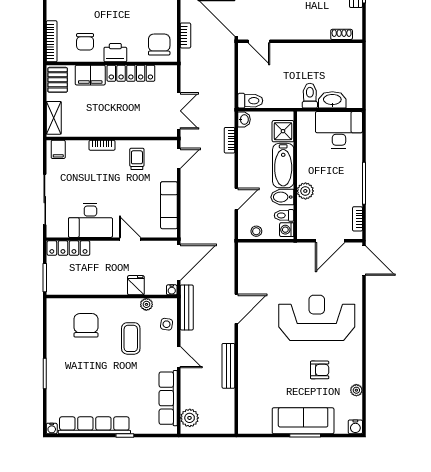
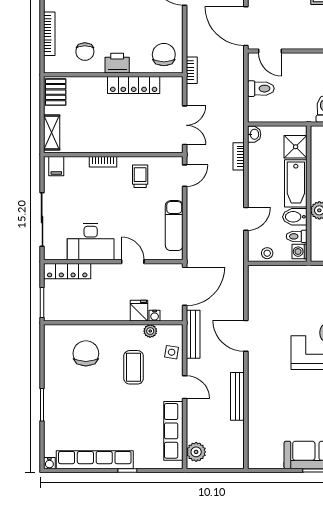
bookcase: (185, 35) -> (192, 70), moved
bookcase: (52, 41) -> (49, 34), moved
filing cabinet: (90, 75) -> (90, 87), removed
toilet: (250, 101) -> (261, 89), moved
water cooler: (172, 290) -> (155, 316), moved
door: (236, 309) -> (246, 336), swing flipped

